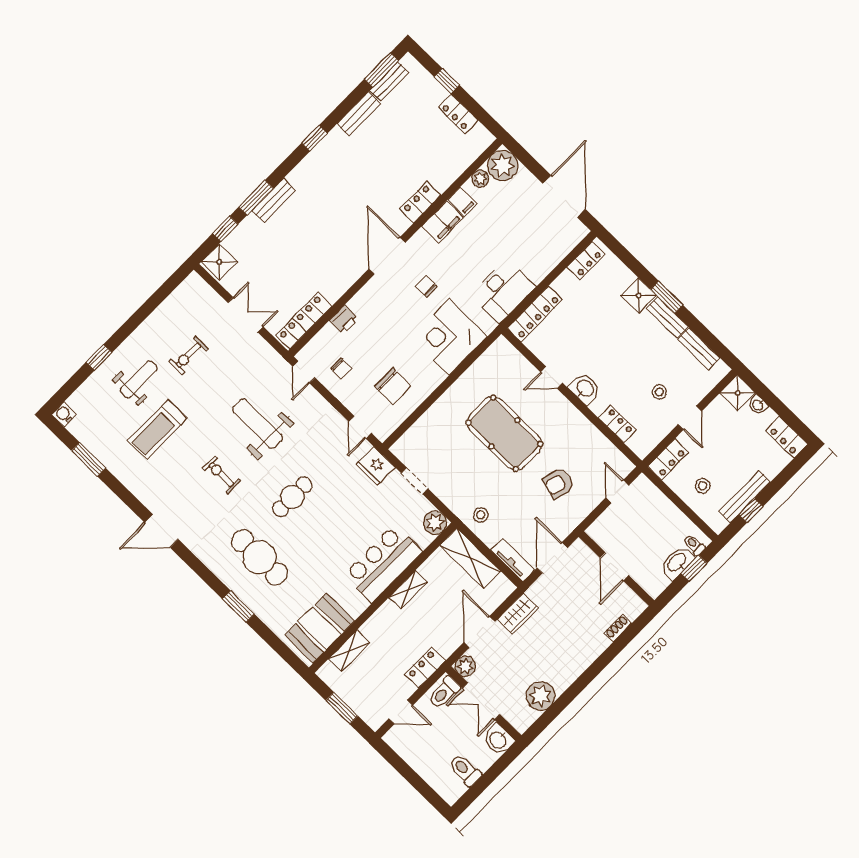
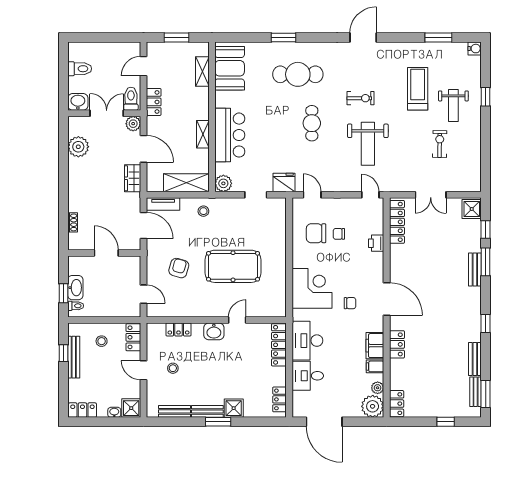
locker: (458, 114) -> (397, 404), moved, turned 90
desk: (536, 257) -> (308, 376), added
chair: (341, 368) -> (339, 234), moved
weight bench: (258, 424) -> (368, 144), turned 90

